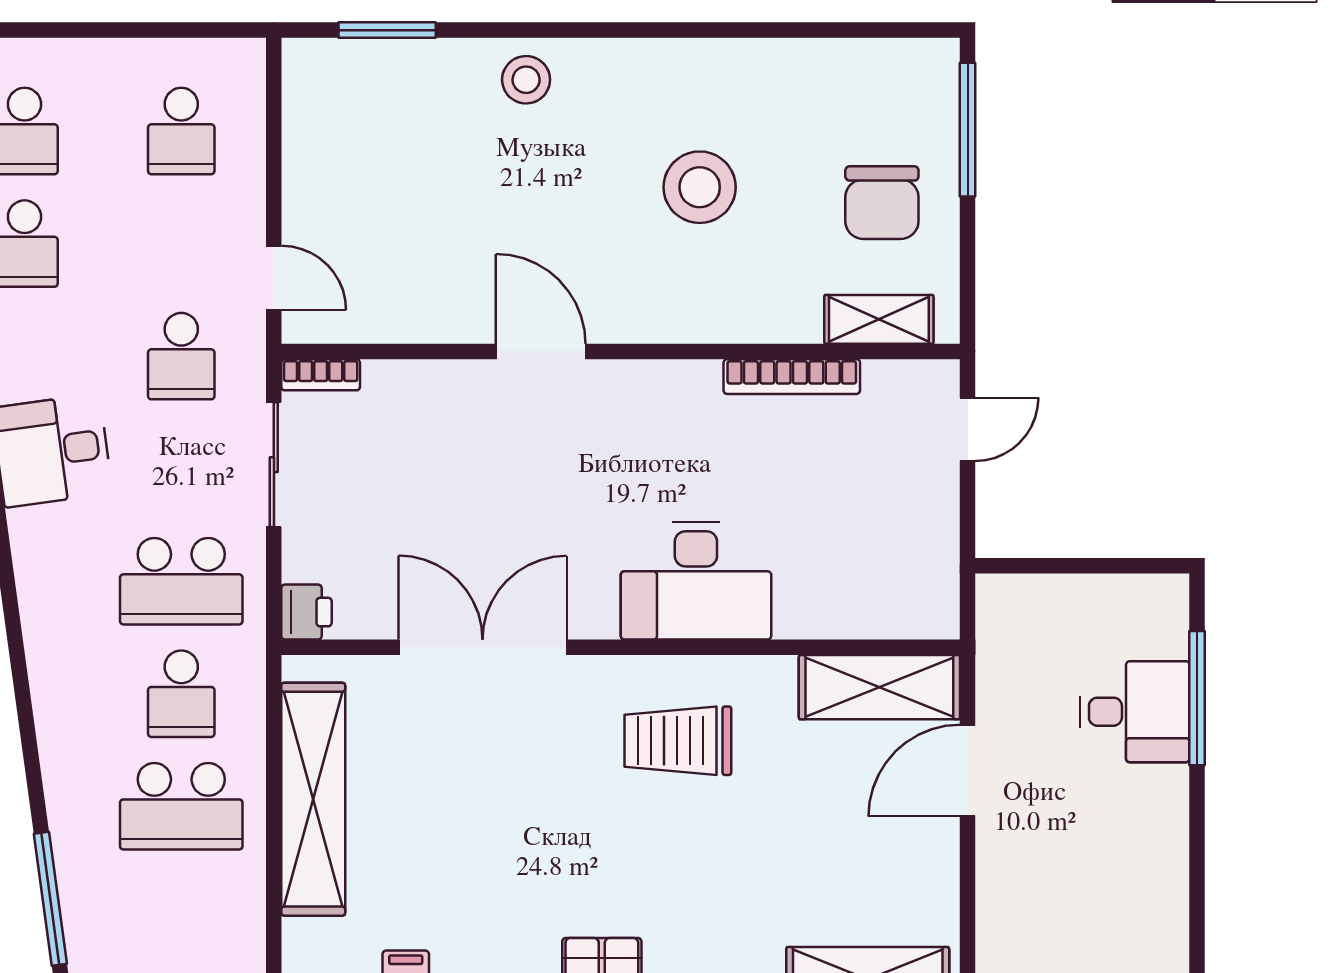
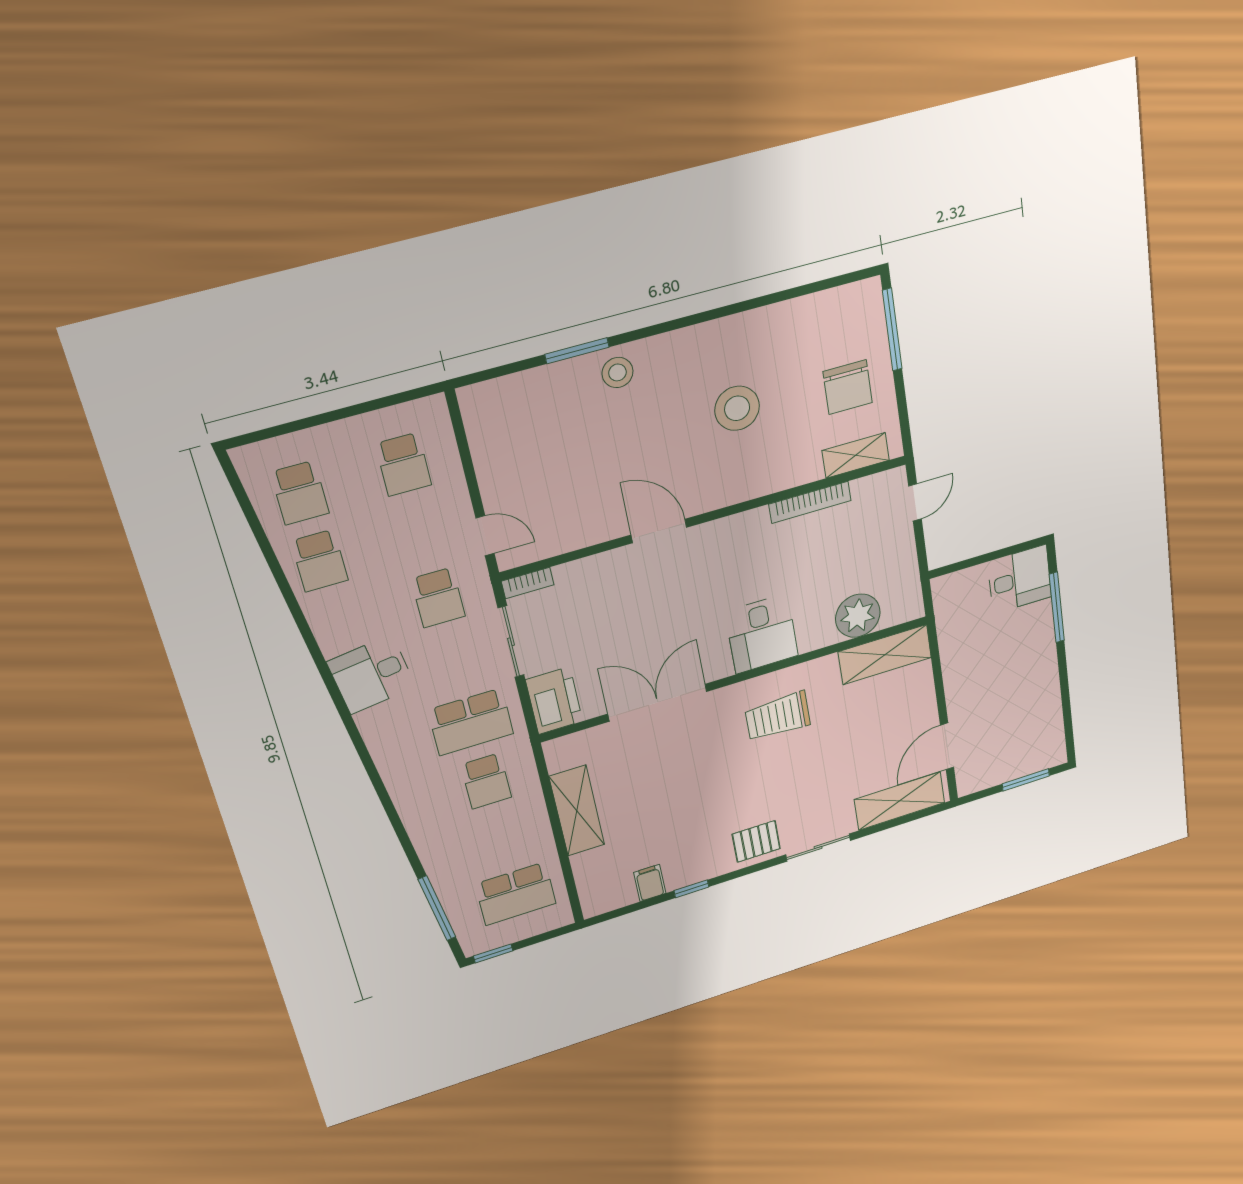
window: (387, 30) -> (577, 351), moved
desk: (696, 581) -> (762, 634), width x0.73
plant: (843, 600) -> (858, 616), added
printer: (307, 612) -> (554, 701), width x1.87, depth x1.48
desk: (1135, 712) -> (1020, 579), moved
door: (968, 771) -> (947, 746), moved
shelving: (313, 799) -> (577, 811), width x0.68
school desk: (181, 806) -> (516, 894), moved

